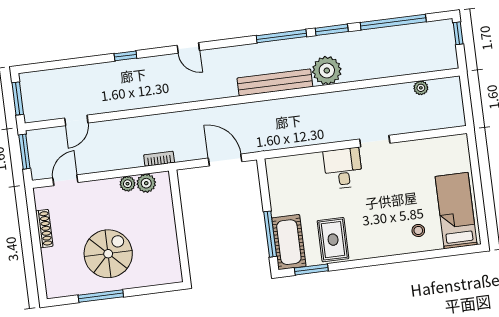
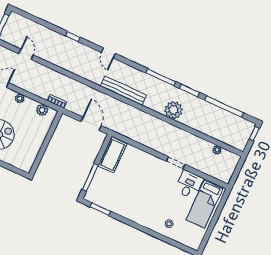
bench: (275, 82) -> (123, 91), moved
door: (76, 120) -> (26, 54), swing flipped
desk: (343, 168) -> (189, 185), moved
plant: (128, 184) -> (20, 98), moved
bed: (456, 211) -> (205, 204), moved, turned 180
rug: (333, 240) -> (121, 201), removed
cot: (289, 242) -> (113, 155), moved

